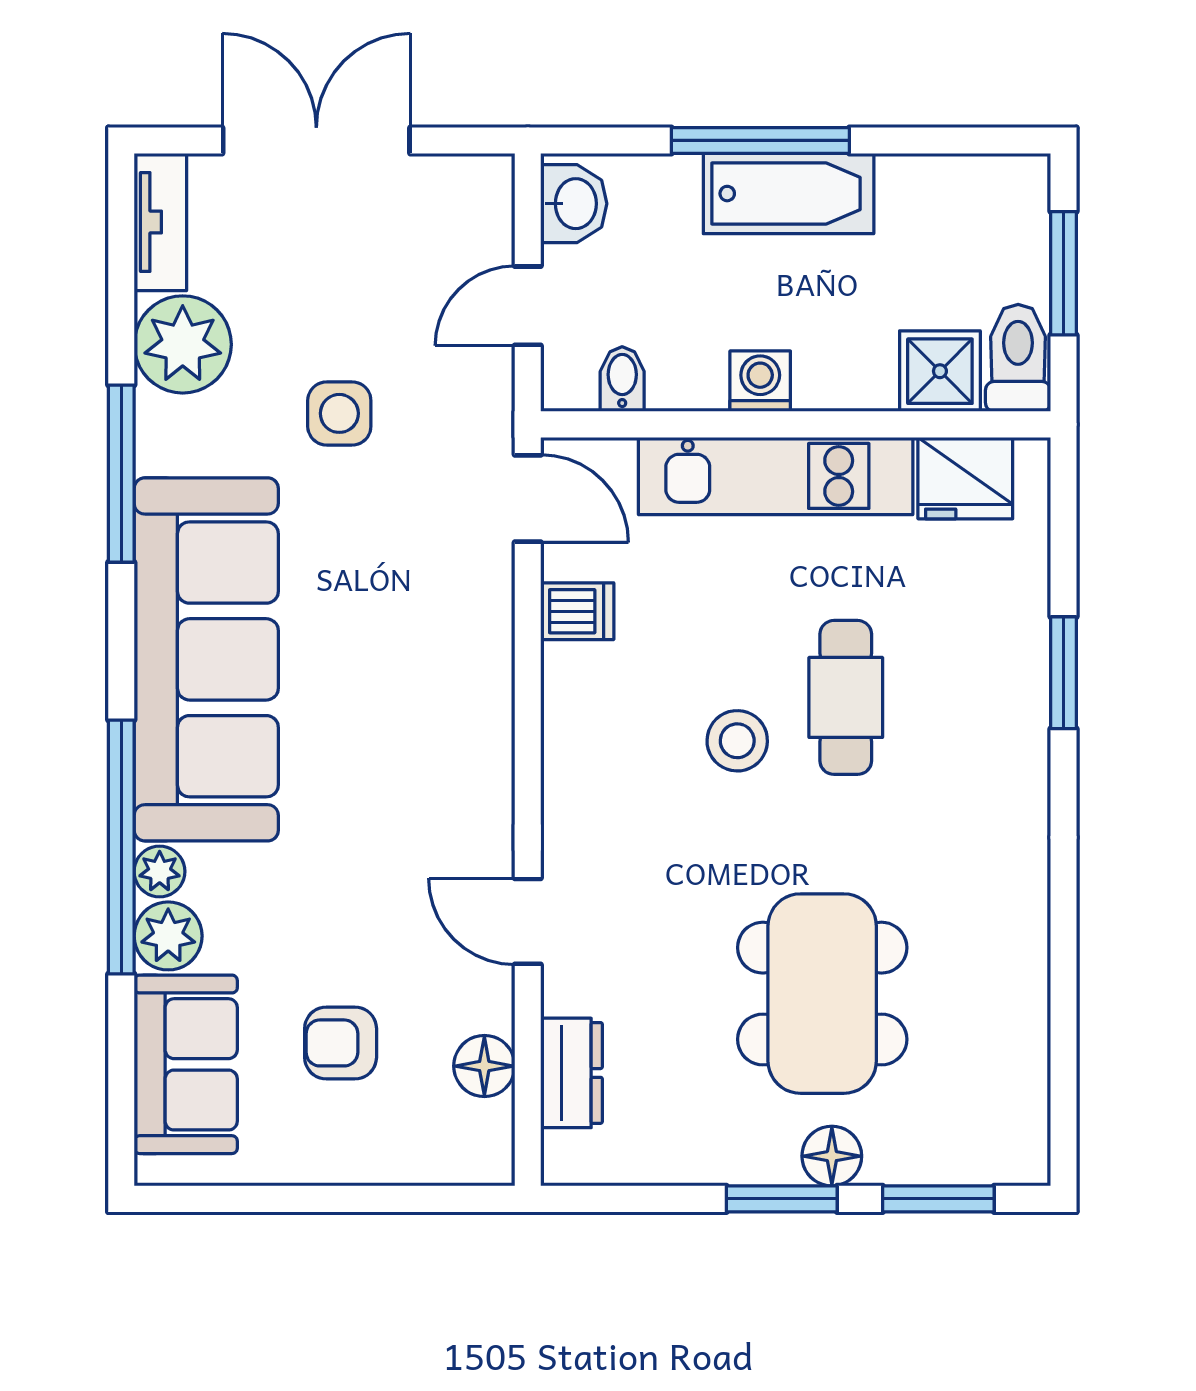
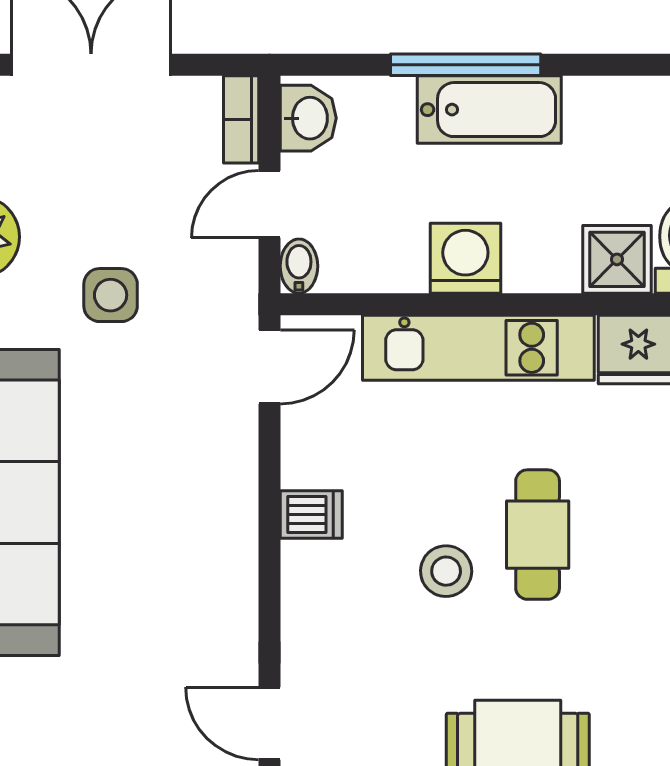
bookcase: (494, 205) -> (241, 119), added
bidet: (622, 379) -> (299, 266), moved
washing machine: (760, 381) -> (465, 258), width x1.38, depth x1.38
door: (528, 499) -> (269, 367), hinge flipped
dishwasher: (577, 611) -> (311, 515), moved

